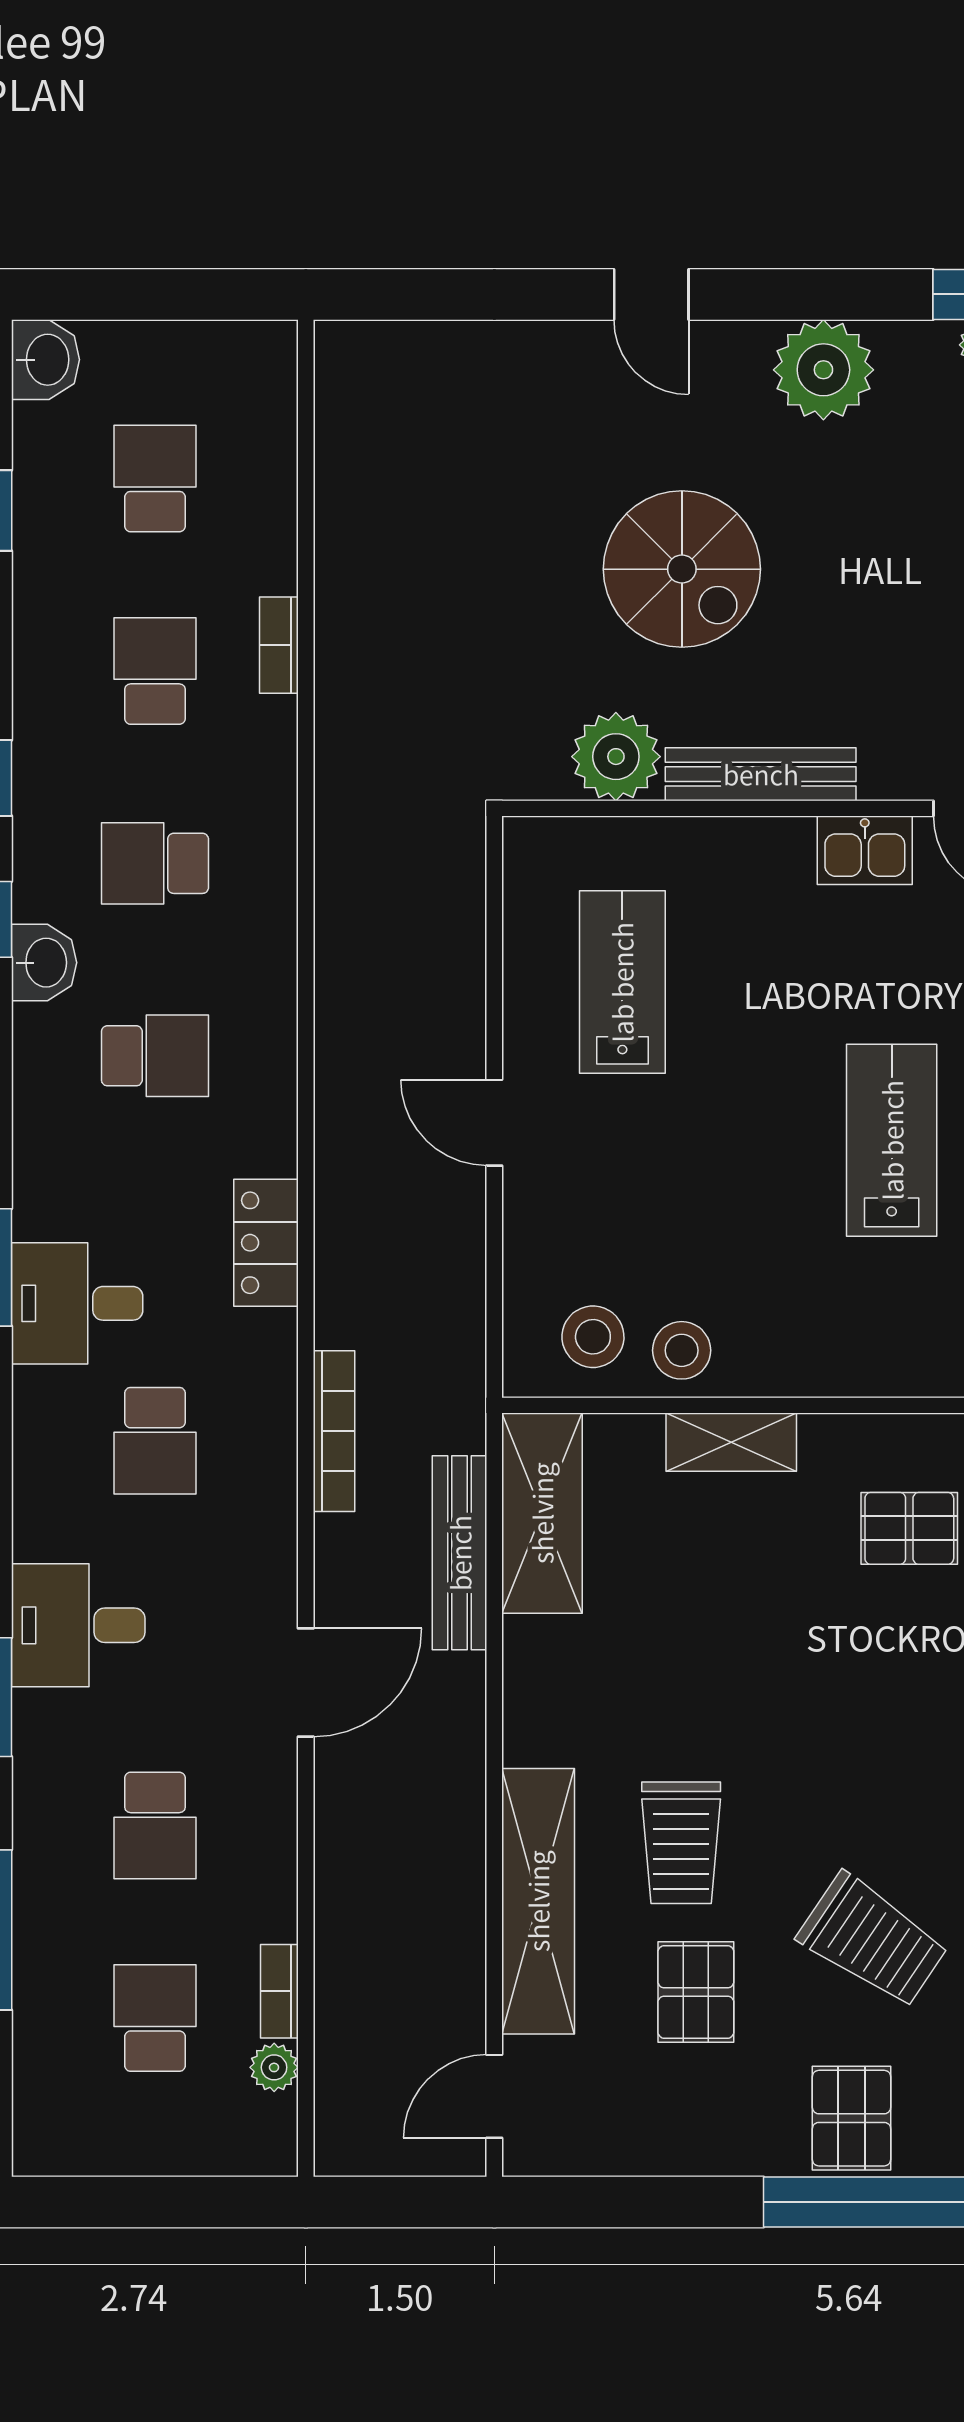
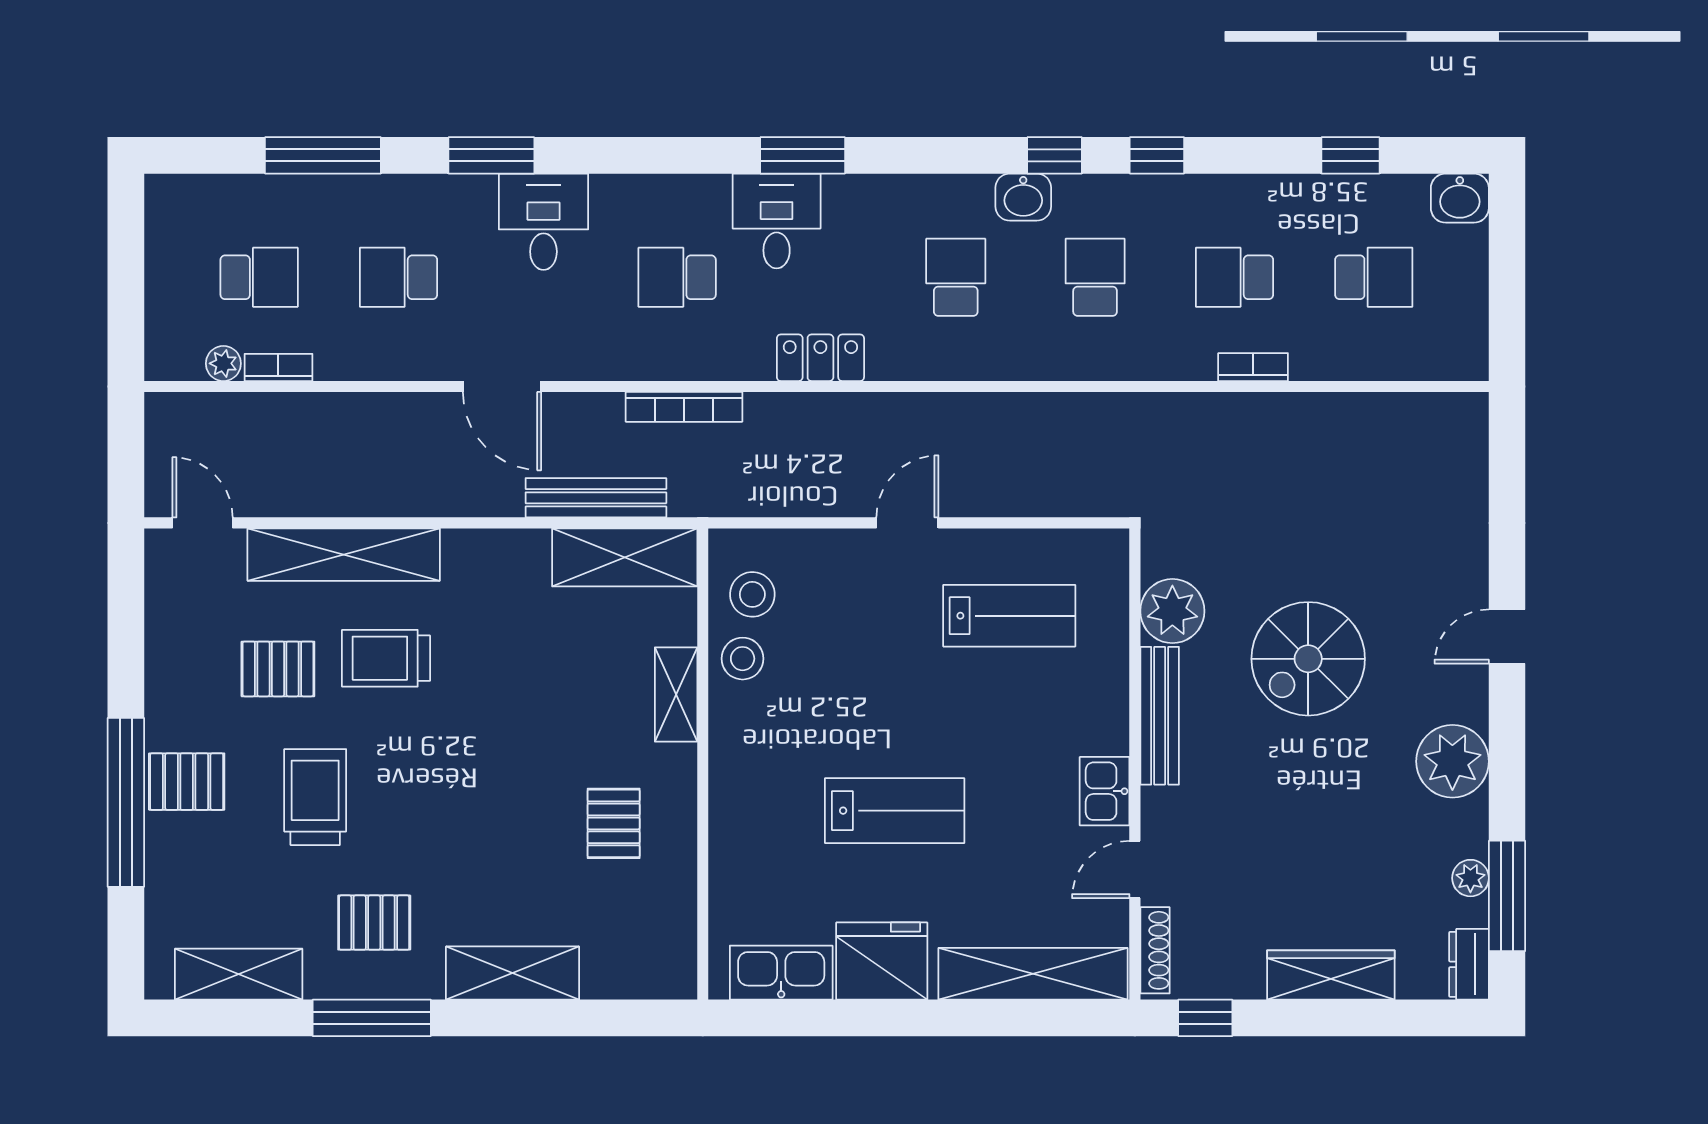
school desk: (155, 671) -> (1234, 277), turned 180
school desk: (155, 1056) -> (956, 277), turned 180
trolley: (873, 1941) -> (315, 797), turned 146

